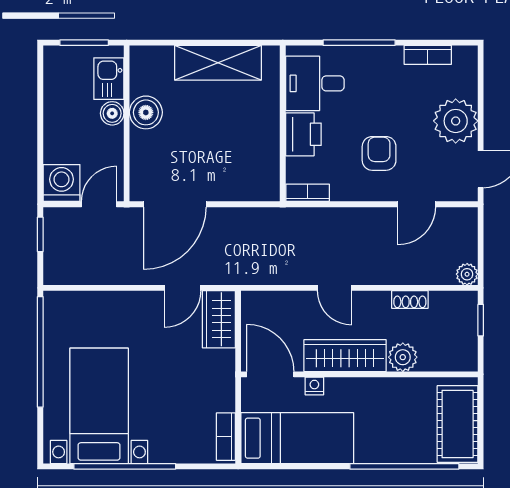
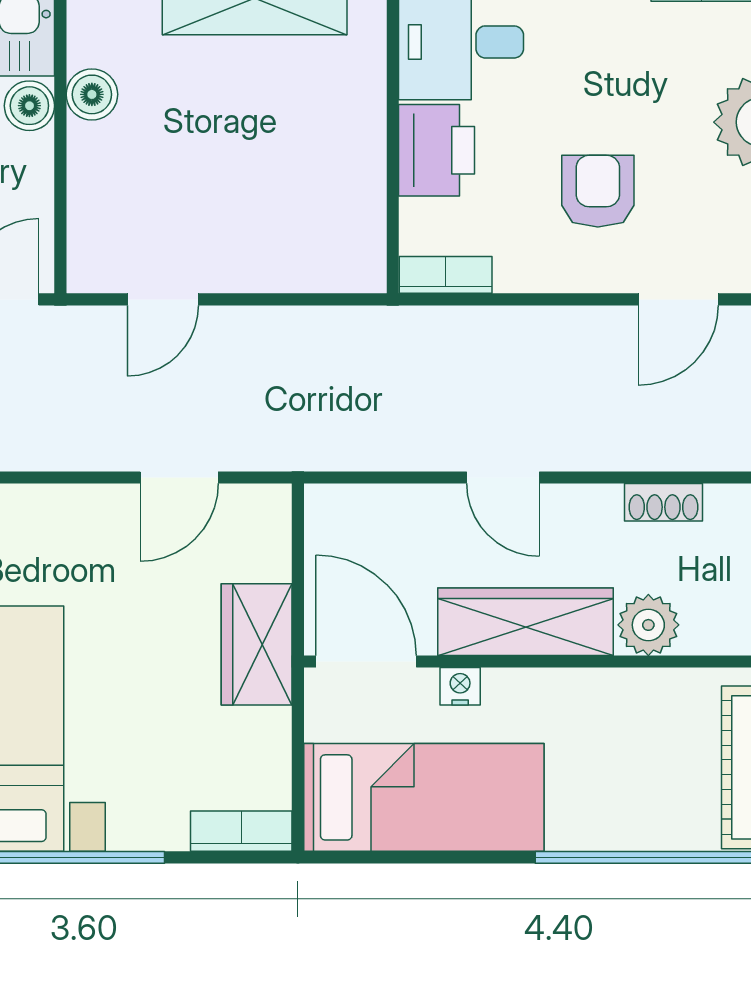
boiler: (146, 112) -> (92, 94), width x0.73, depth x0.73
door: (175, 204) -> (163, 299), width x0.53
wardrobe: (219, 319) -> (257, 644), moved
bookcase: (226, 437) -> (241, 831), moved, turned 90

